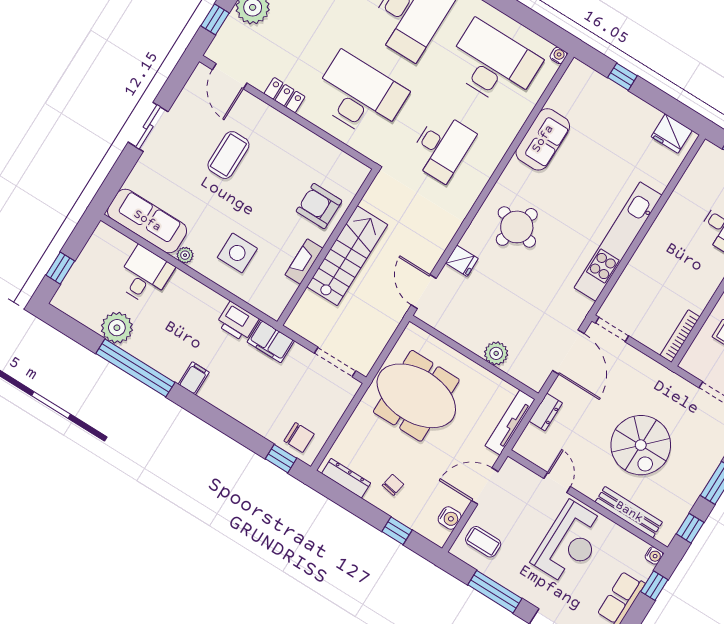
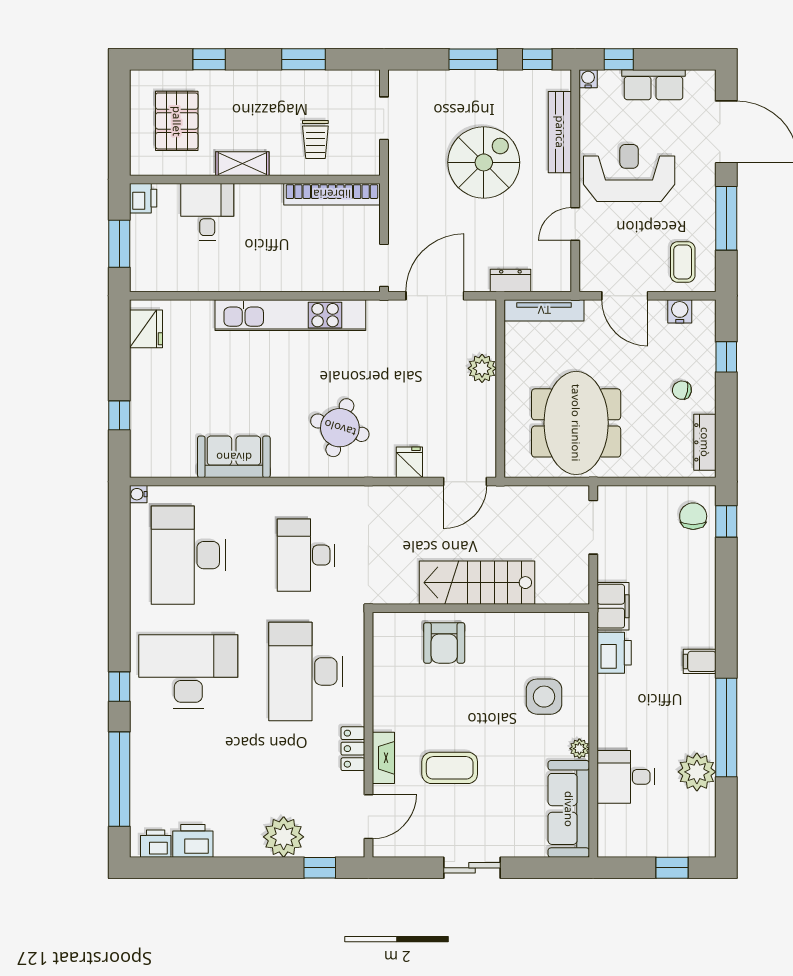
desk: (442, 147) -> (306, 555), turned -90
fireplace: (304, 262) -> (383, 758), moved, turned -90
bookcase: (680, 336) -> (332, 194), width x1.48, depth x1.31

